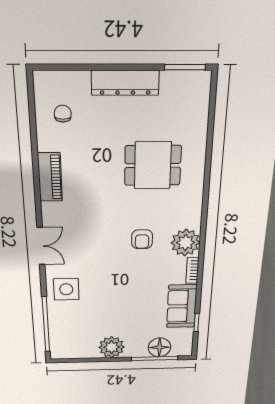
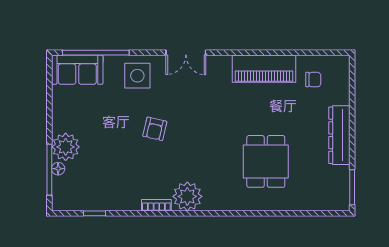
piano: (50, 177) -> (264, 69), width x1.37, depth x1.33
armchair: (142, 239) -> (155, 129), moved, turned -77
sofa: (182, 306) -> (77, 70), moved, turned 180
plant: (112, 347) -> (66, 147), moved
floor lamp: (159, 347) -> (58, 169), width x0.53, depth x0.53

